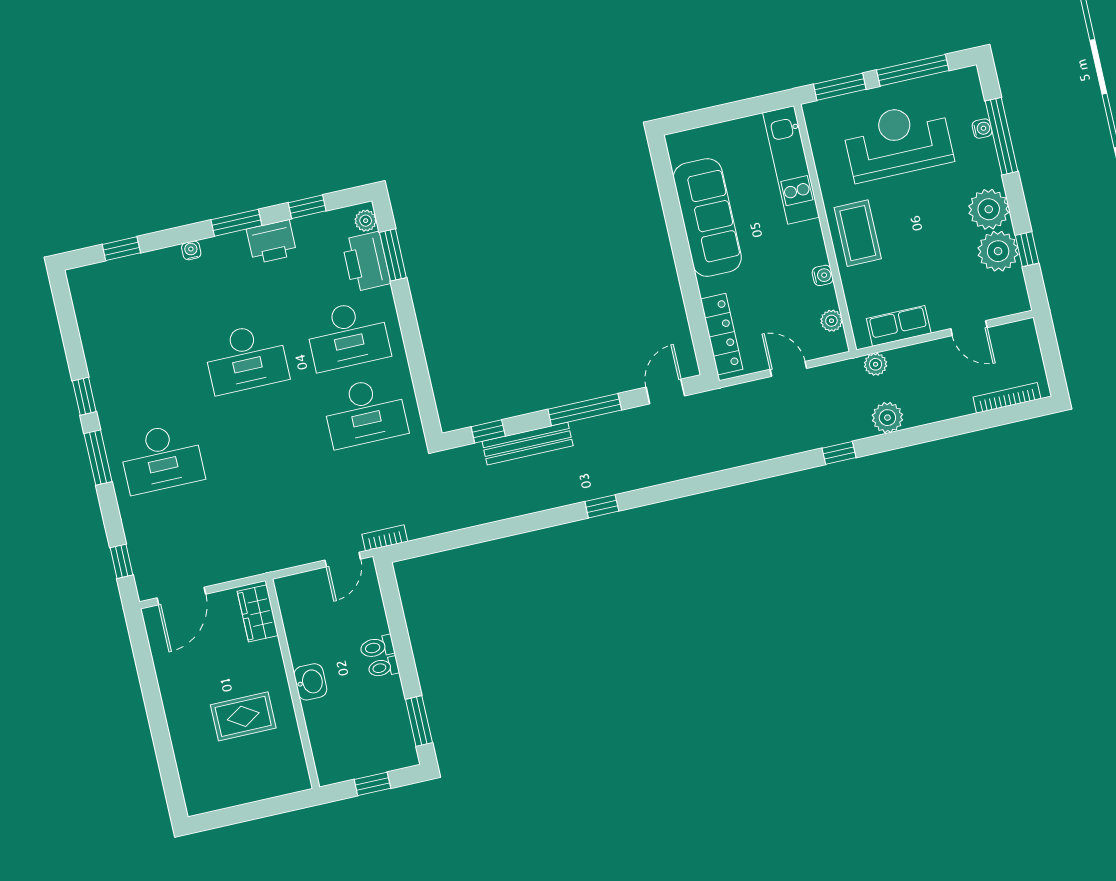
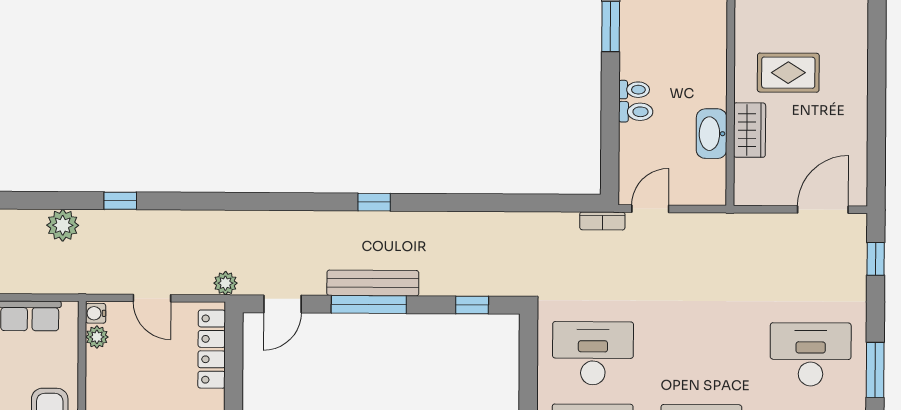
water cooler: (823, 275) -> (96, 313), moved
plant: (876, 364) -> (225, 283), moved
bench: (528, 444) -> (373, 283), moved
wardrobe: (258, 613) -> (750, 130), moved
washbasin: (310, 682) -> (712, 134), moved, width x1.38

